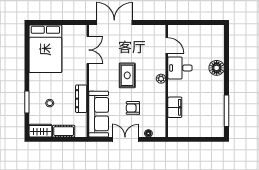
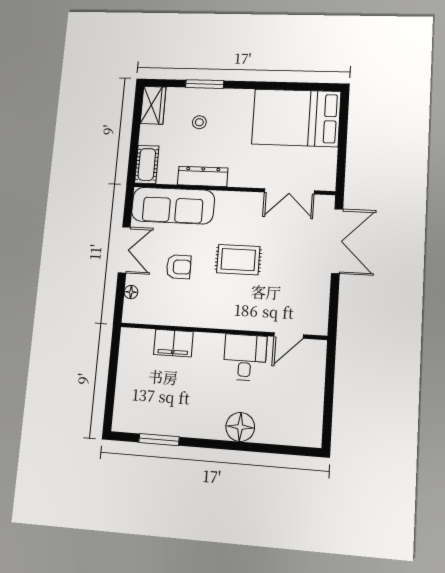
plant: (161, 79) -> (228, 321), removed
armchair: (133, 108) -> (179, 267), turned 90
window: (226, 111) -> (159, 440), width x0.69
cot: (64, 131) -> (147, 164), moved

